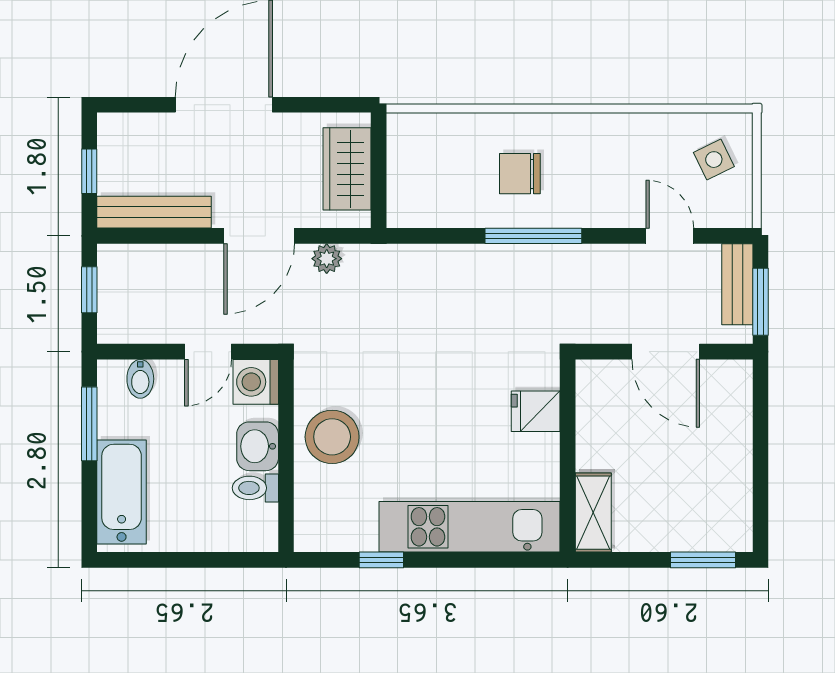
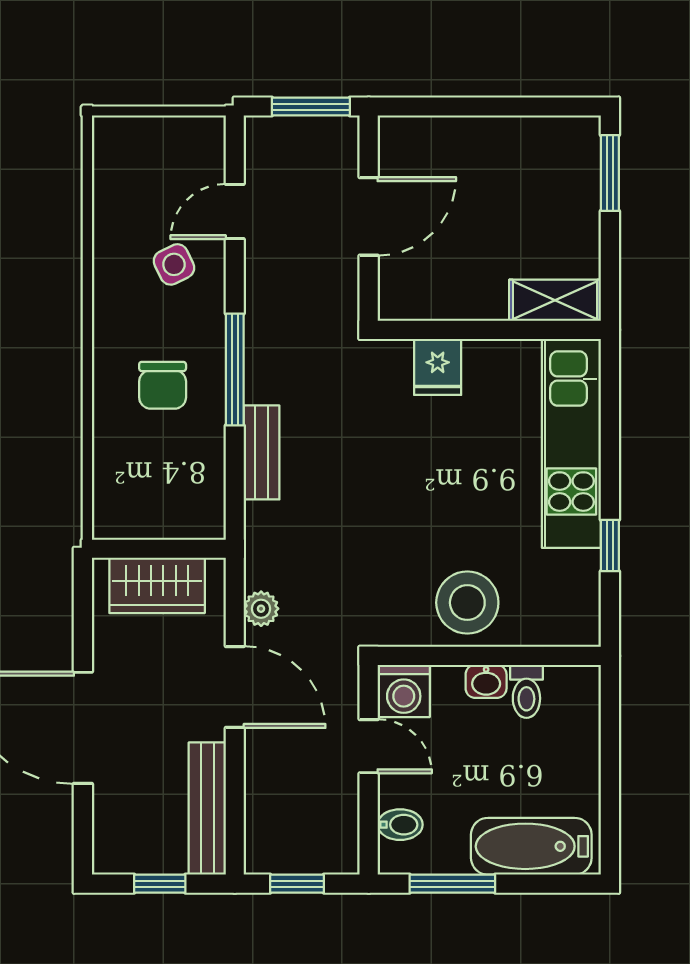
side table: (714, 160) -> (174, 264), moved
bench: (737, 284) -> (262, 452), moved, turned 90
washbasin: (258, 446) -> (486, 681), width x0.72, depth x0.69

